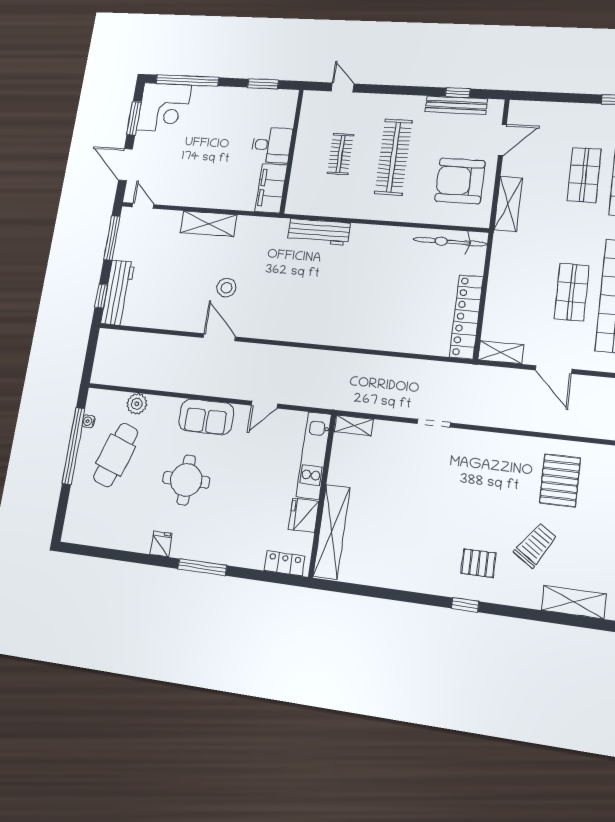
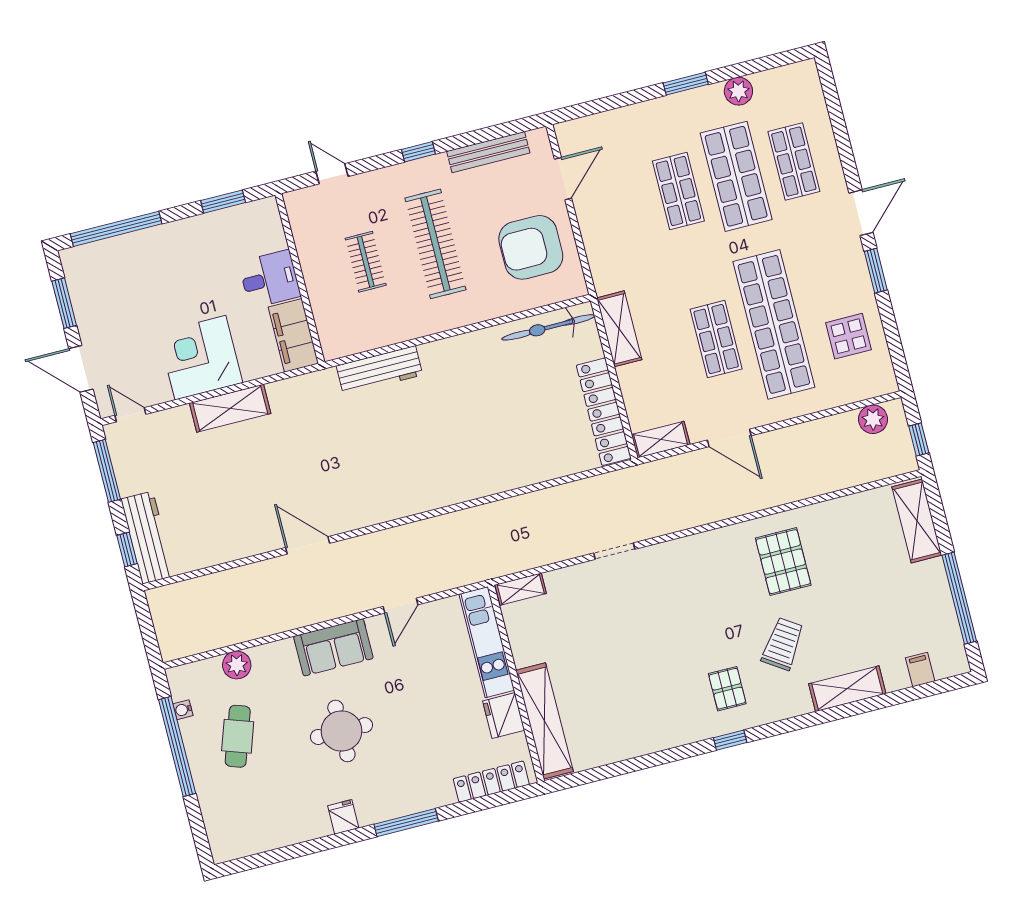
window: (458, 93) -> (418, 152), moved
corner desk: (164, 108) -> (200, 358), moved, turned 180
shelving: (508, 204) -> (619, 329), moved
stool: (226, 288) -> (290, 481), removed
cafe table: (116, 455) -> (238, 736), width x0.73, depth x0.74
locker: (285, 563) -> (491, 782), width x1.53
pallet: (479, 563) -> (727, 689), turned 90

